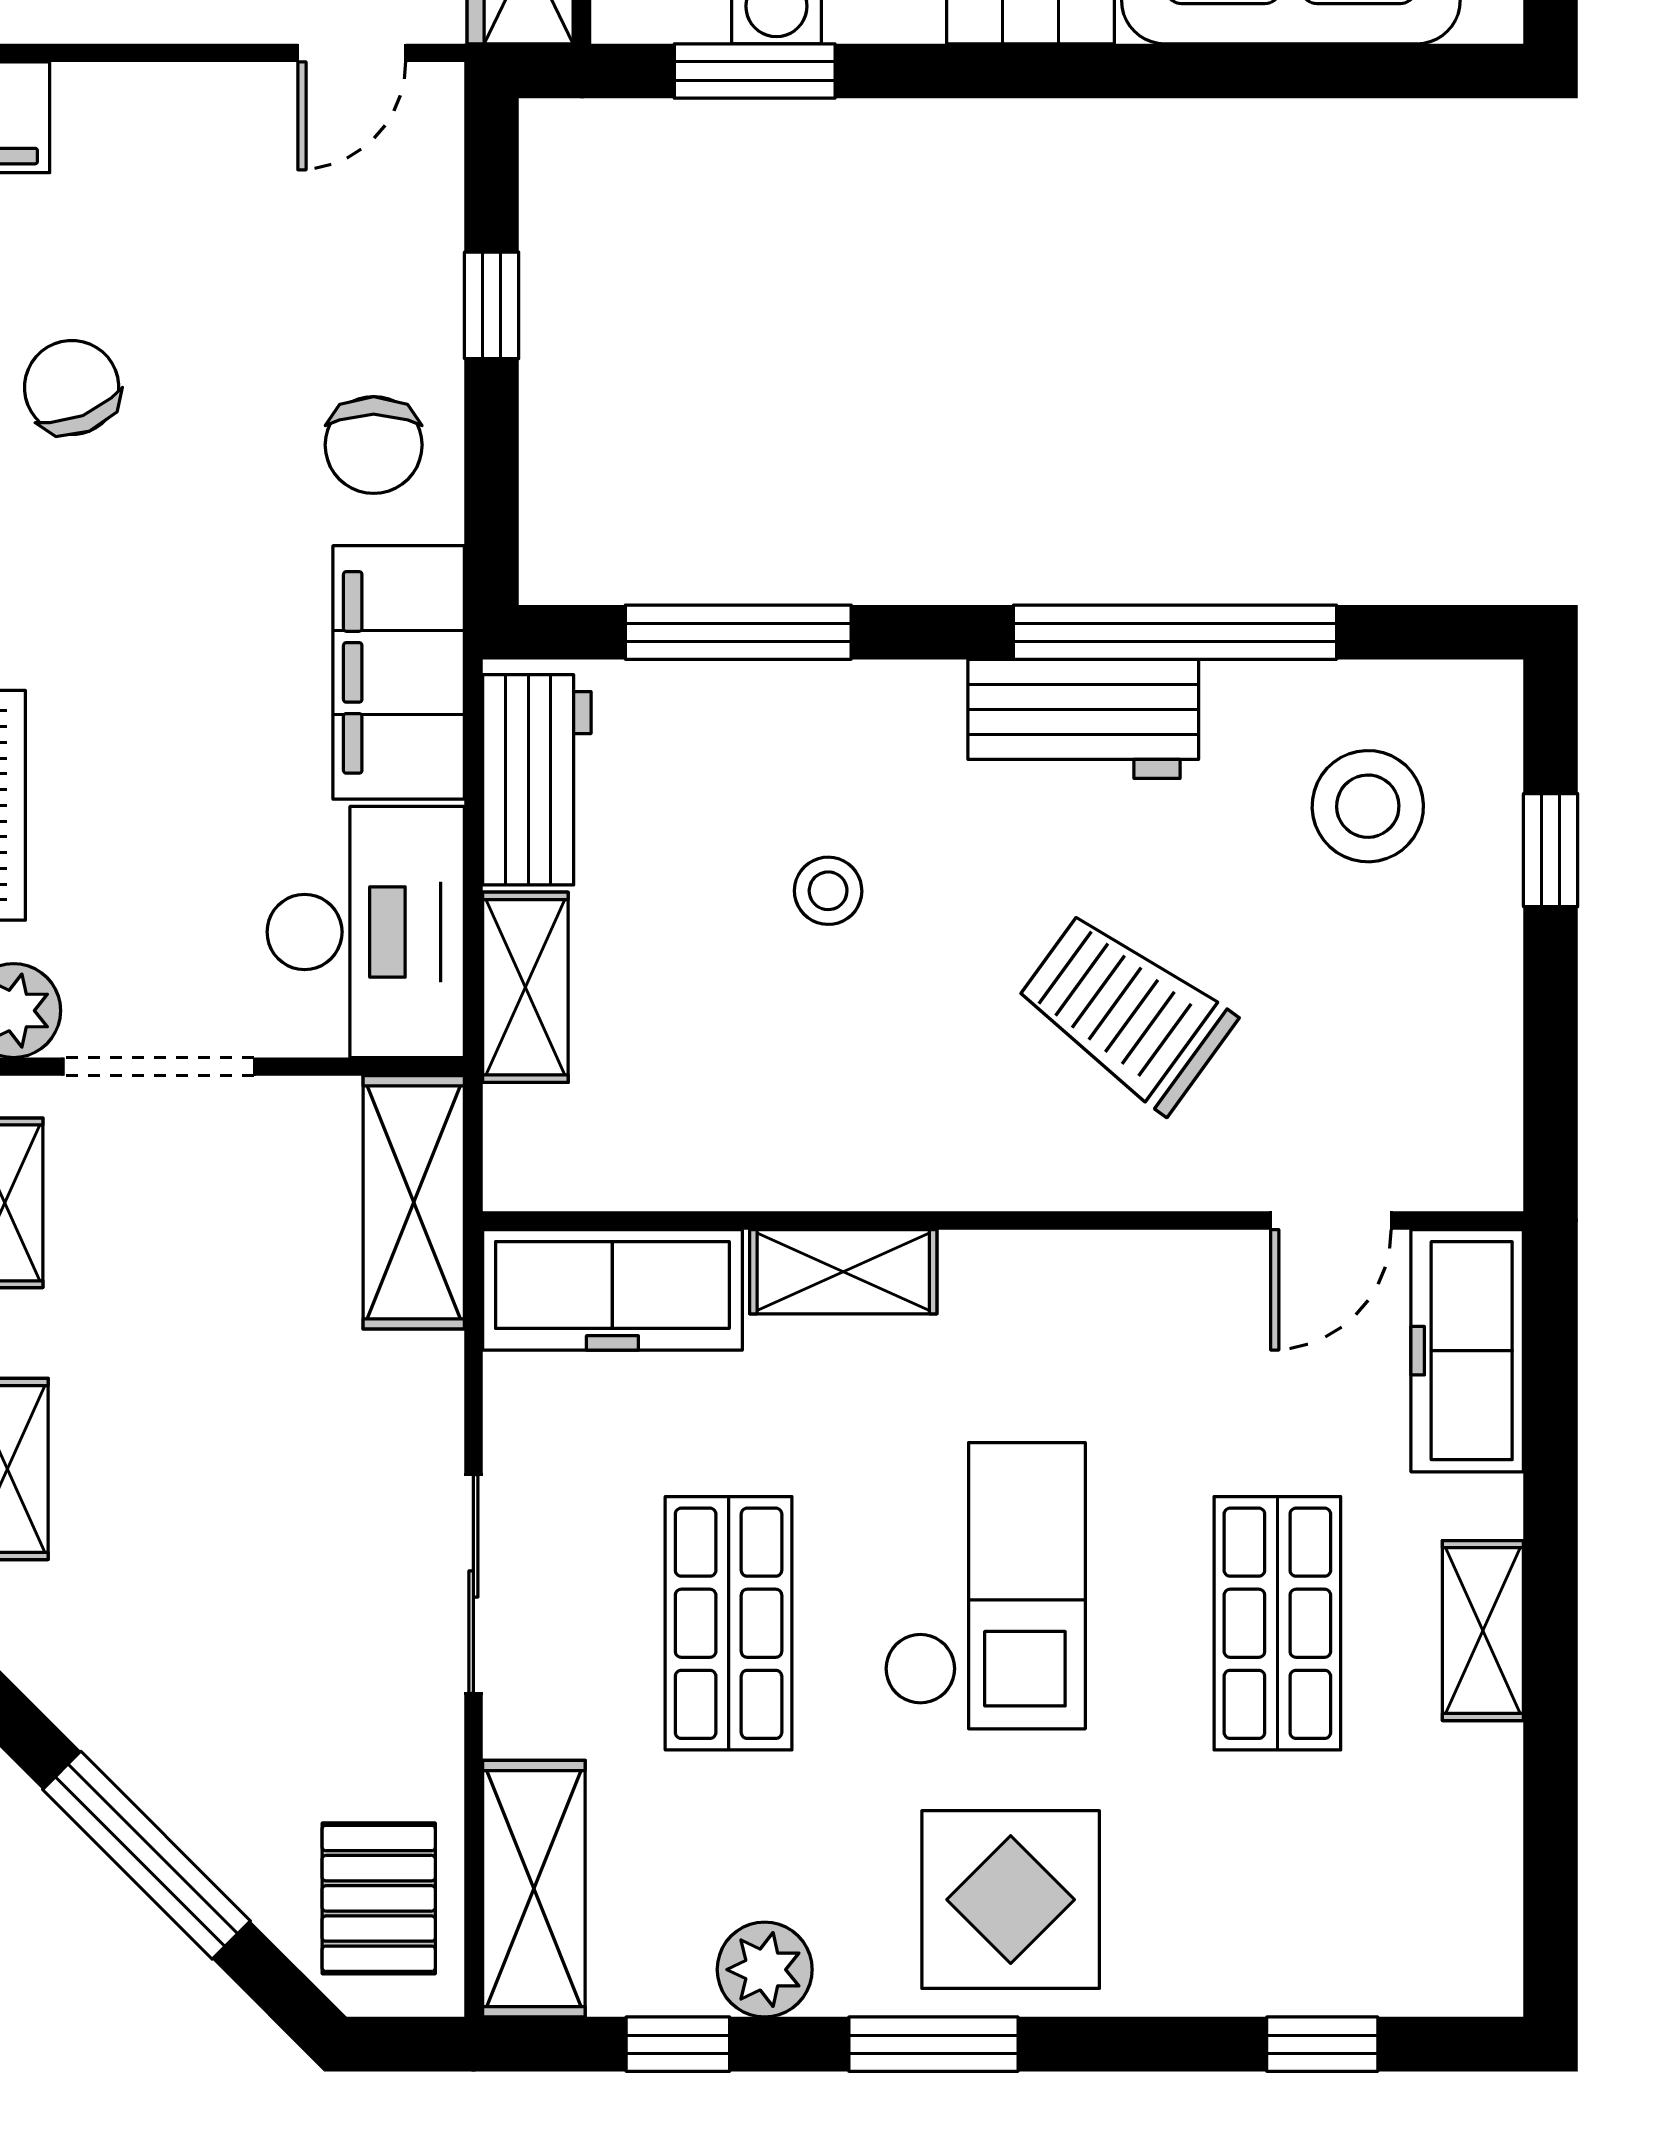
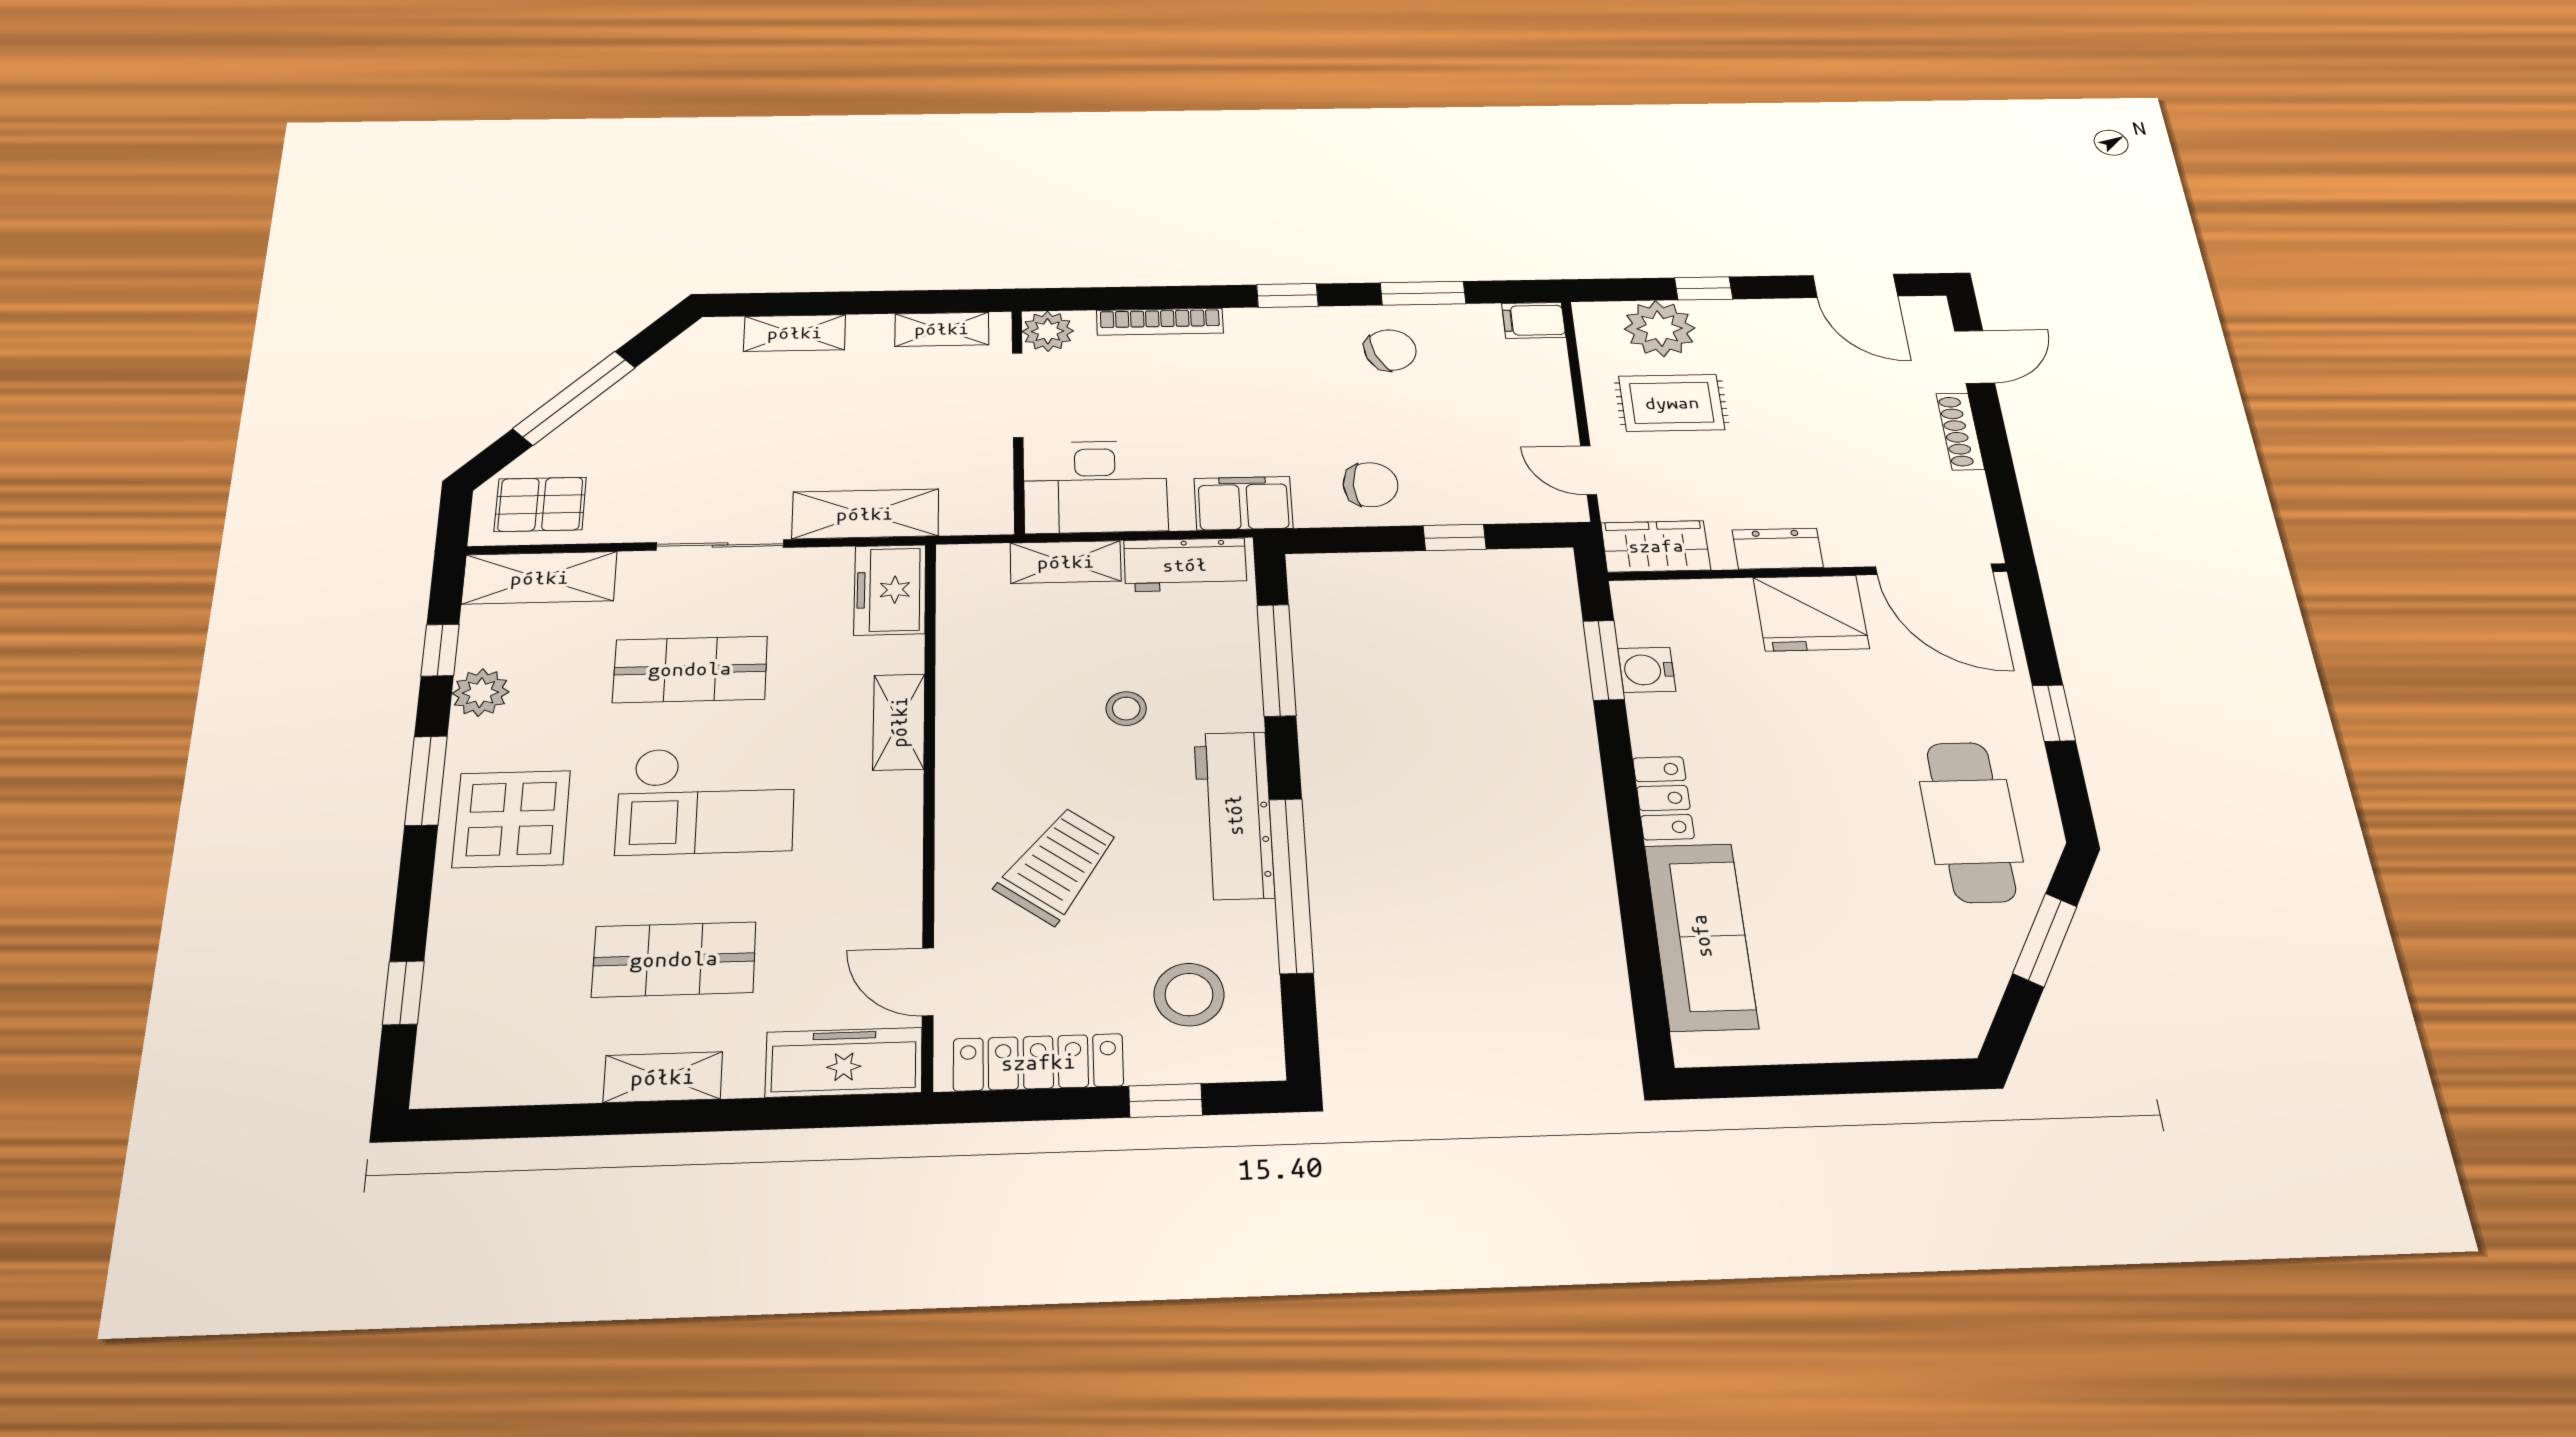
chair: (374, 445) -> (1371, 485), turned 180
filing cabinet: (399, 672) -> (1243, 503), width x0.67, depth x0.86
workbench: (1083, 719) -> (1234, 815), width x1.38
locker: (1478, 1047) -> (1038, 1062), added
shelving: (414, 1202) -> (865, 514), moved
freezer: (612, 1290) -> (890, 590), width x0.71

